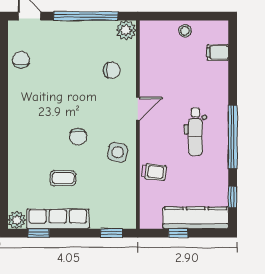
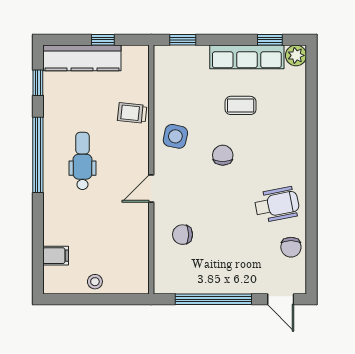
plant: (126, 30) -> (165, 282), removed
wheelchair: (33, 95) -> (277, 205), added

